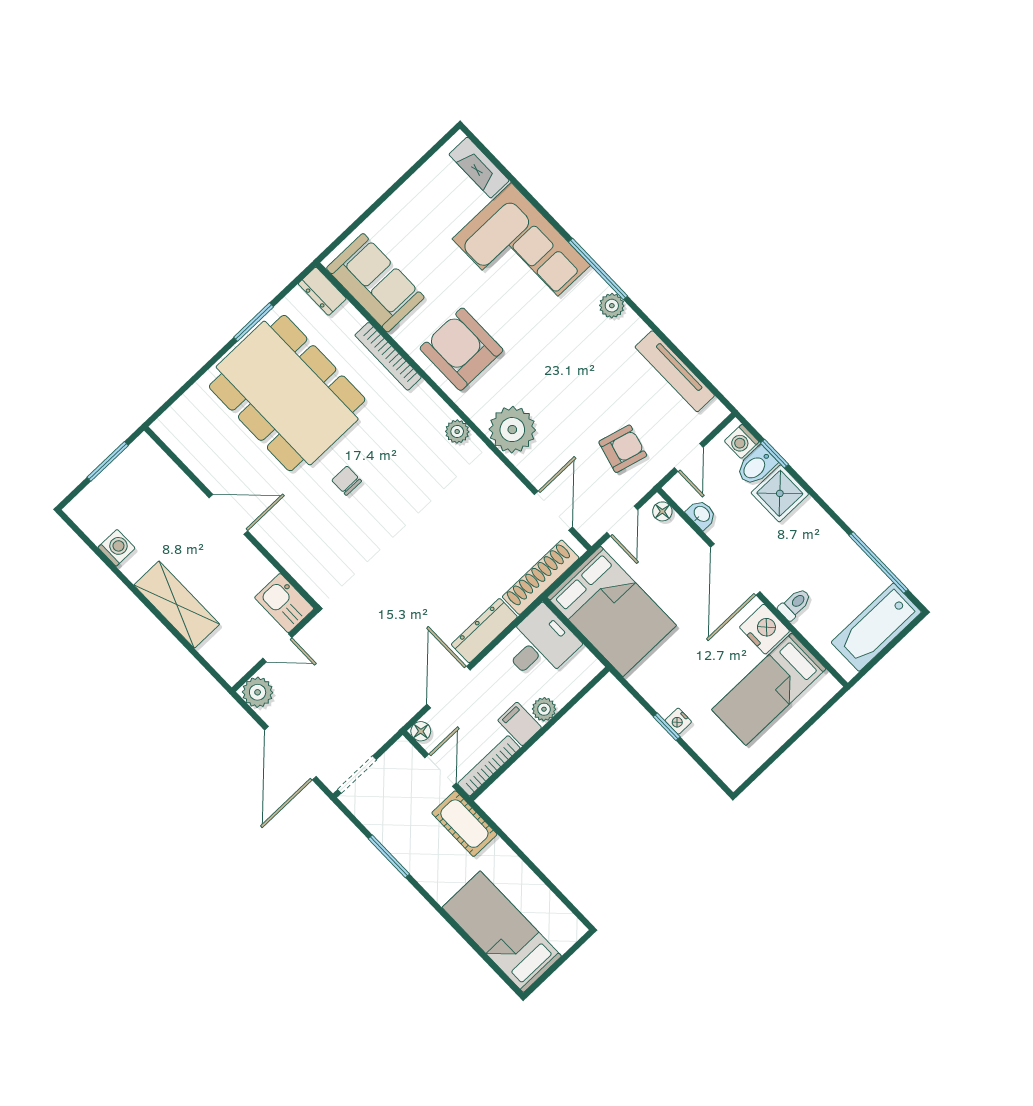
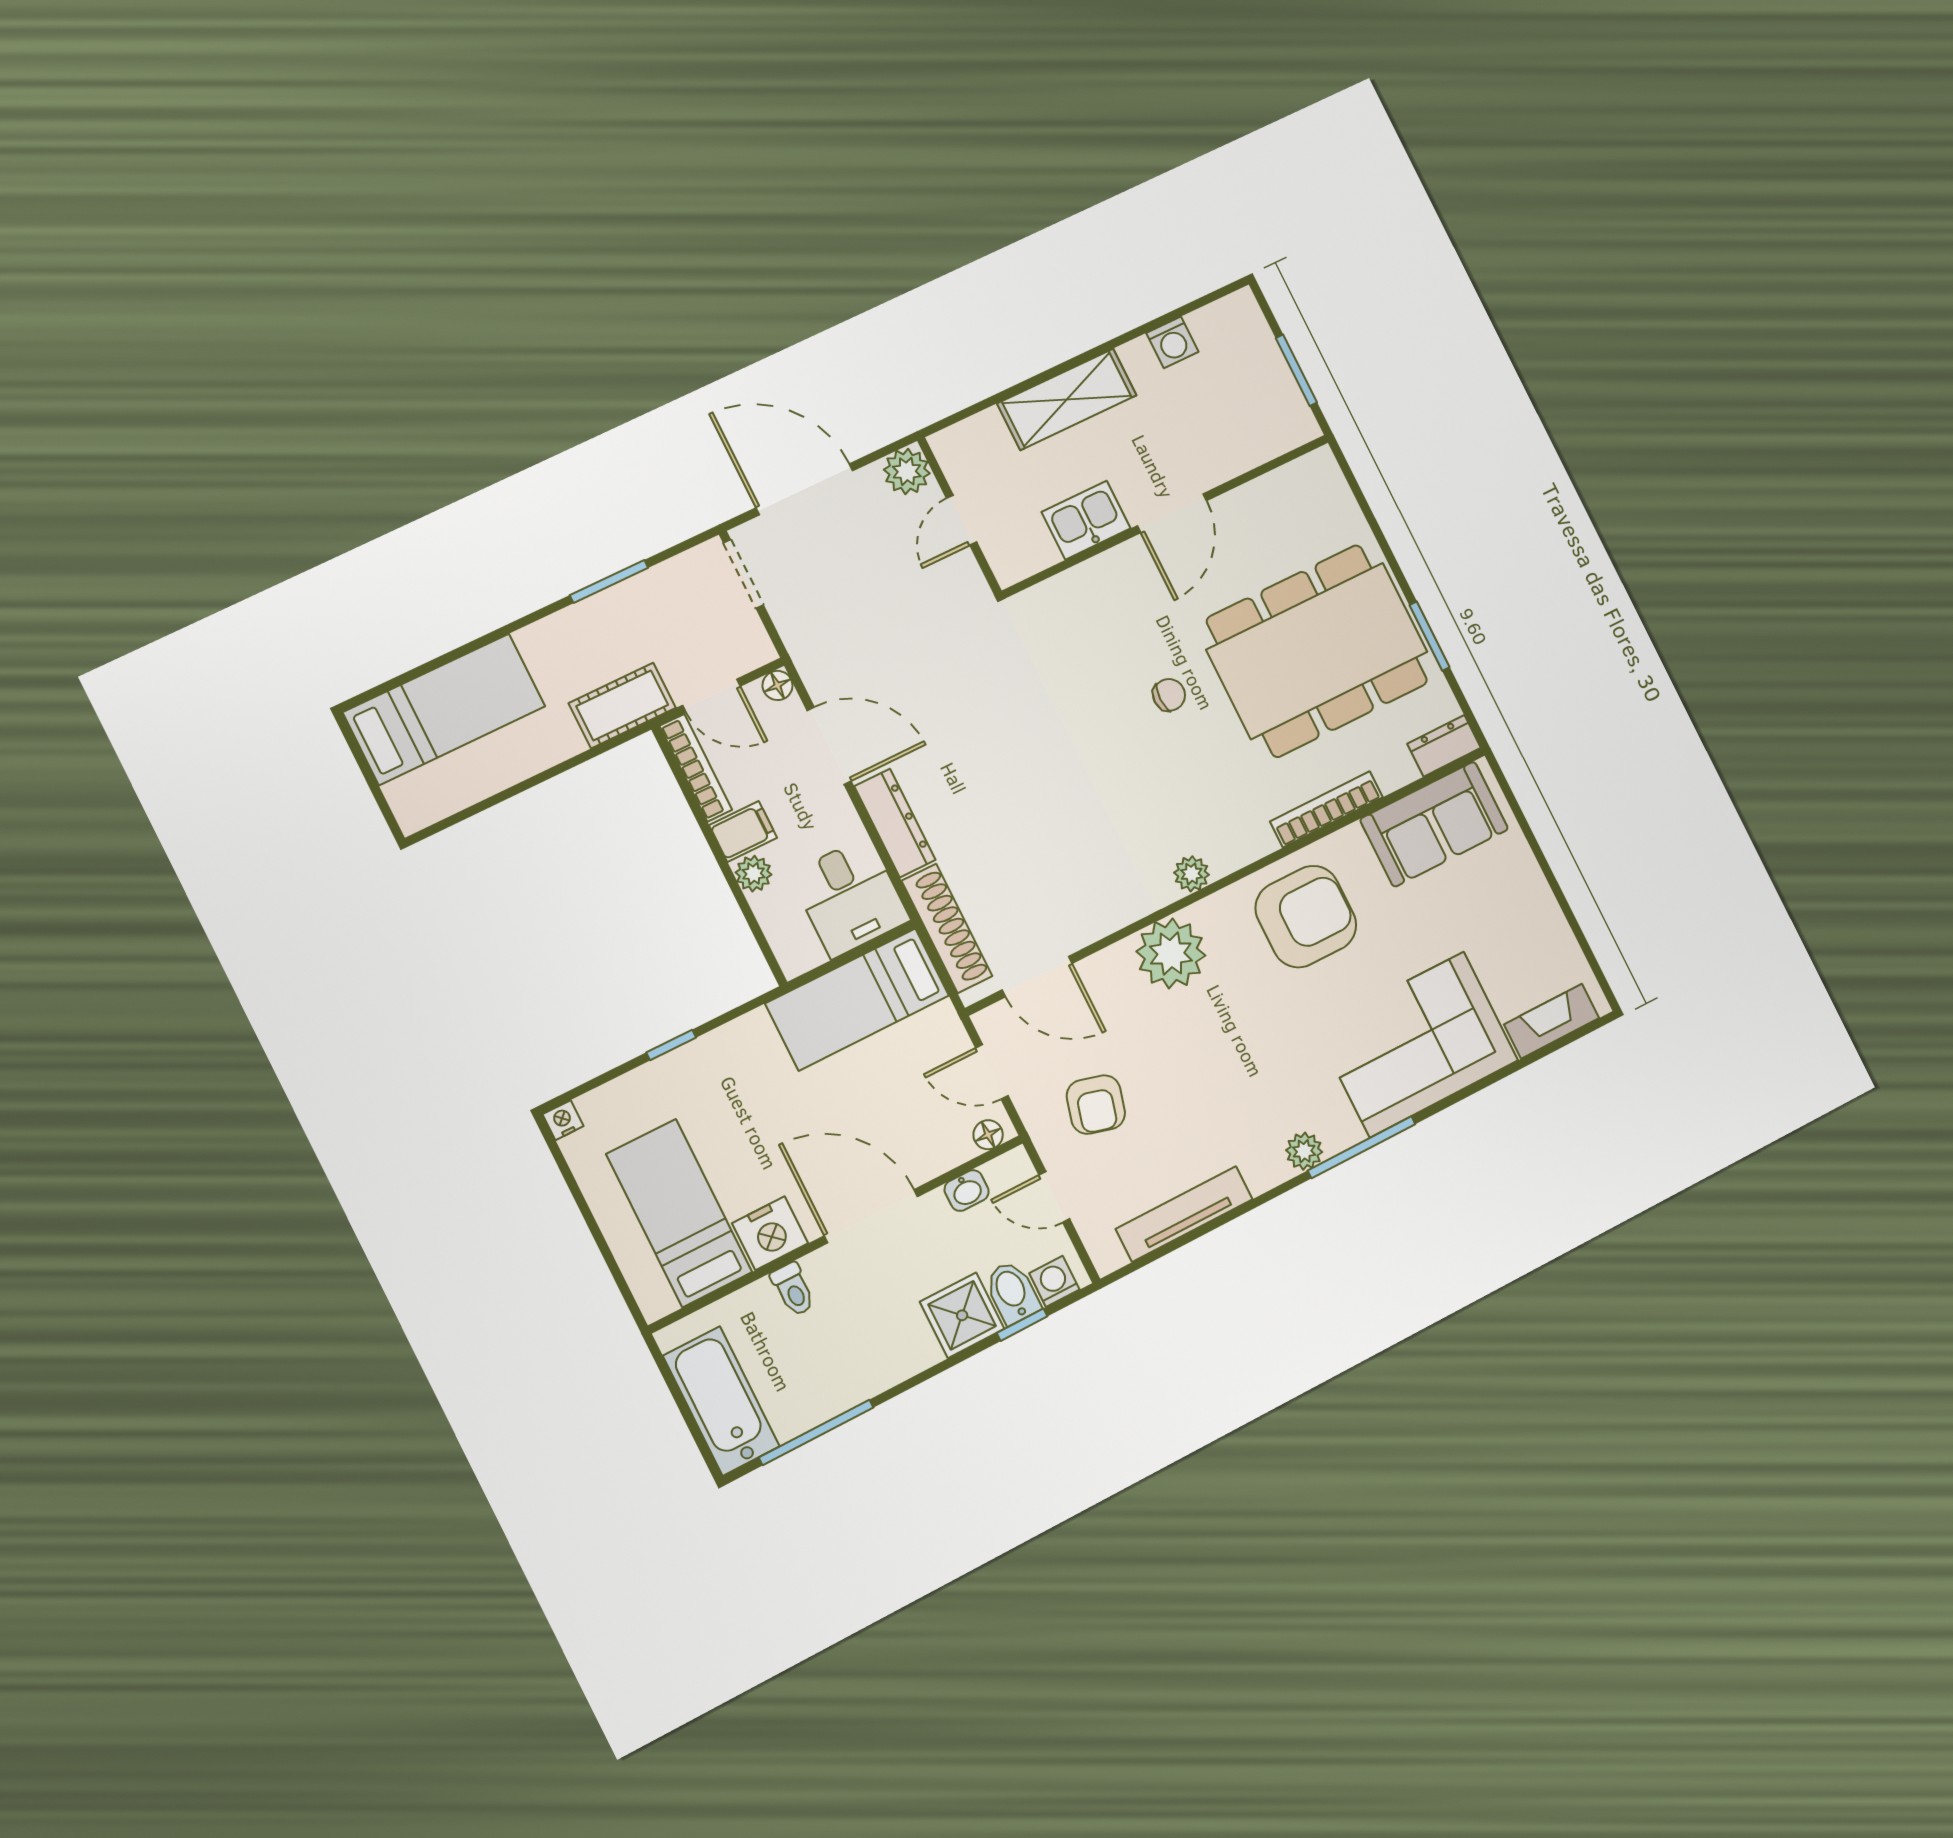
kitchen sink: (284, 603) -> (1086, 520), moved
bed: (612, 611) -> (857, 999), width x0.67
nightstand: (678, 721) -> (563, 1120), moved

